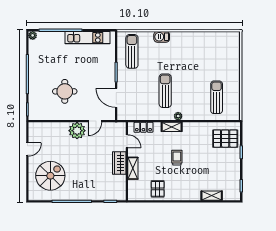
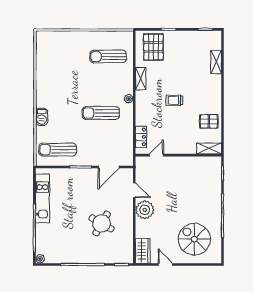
round table: (65, 91) -> (102, 223), turned 30
shelving: (172, 127) -> (141, 79), moved
wardrobe: (119, 163) -> (143, 251), moved, turned -90
shelving: (133, 168) -> (209, 148), moved

